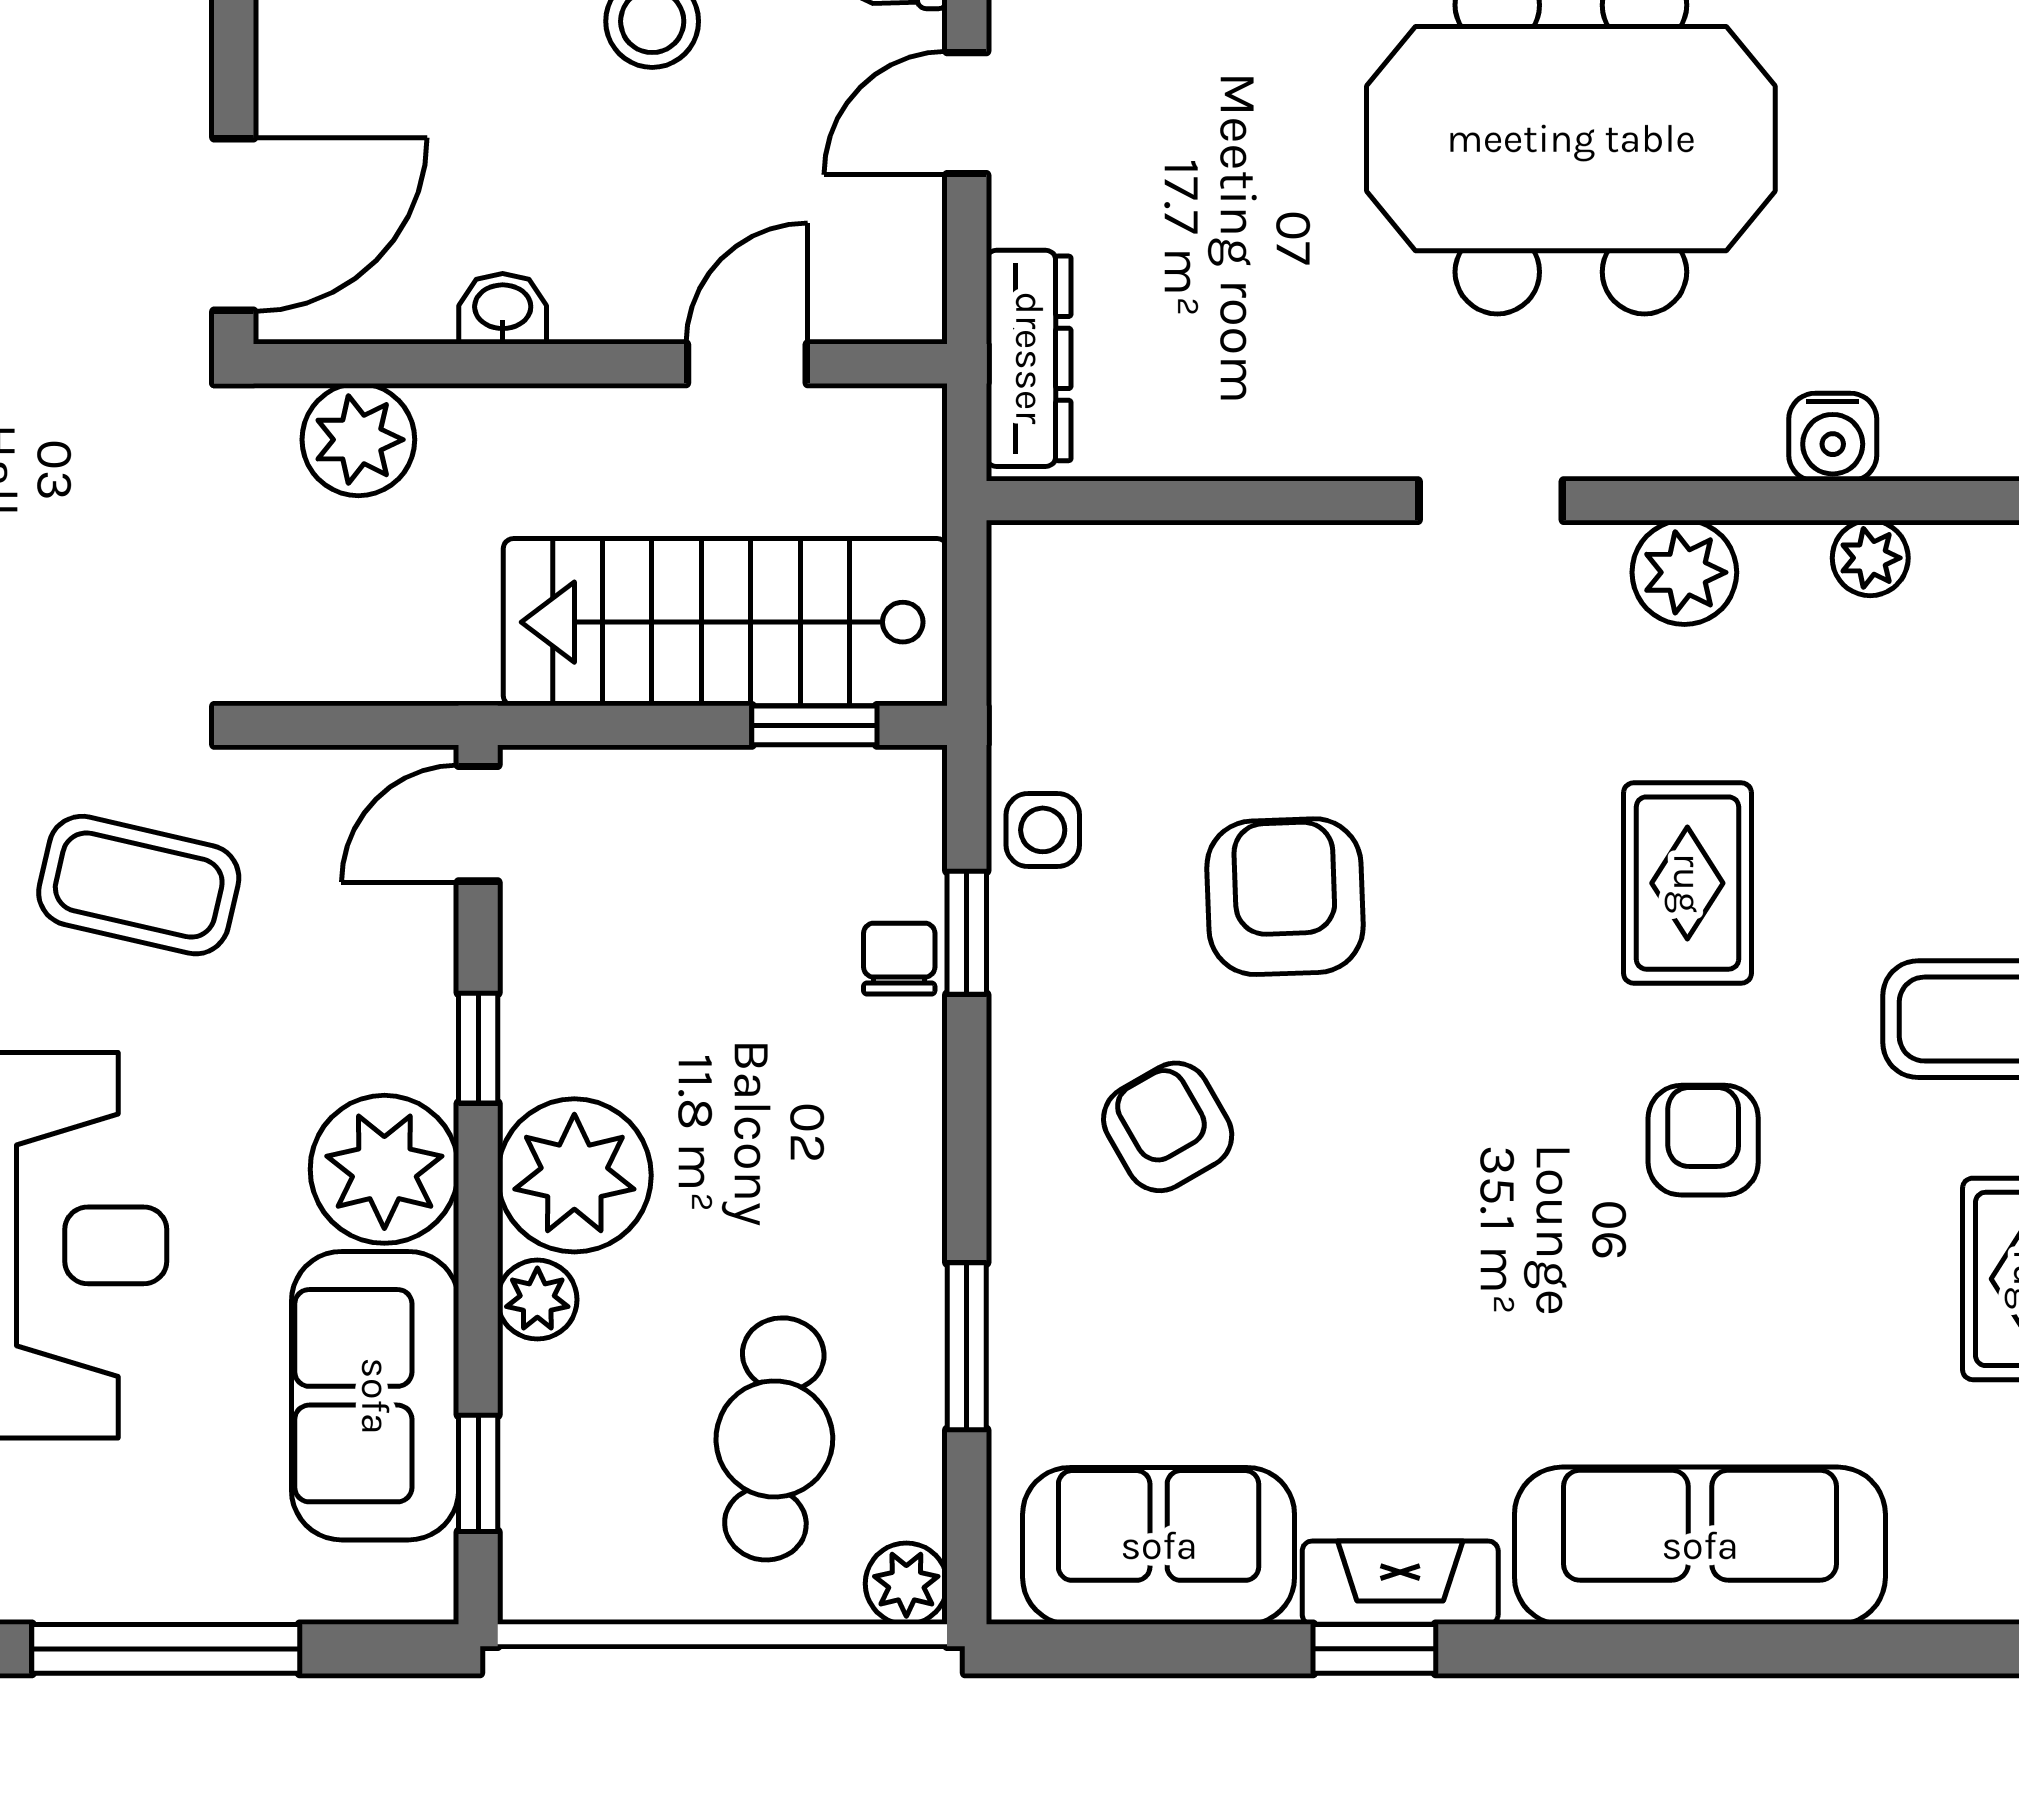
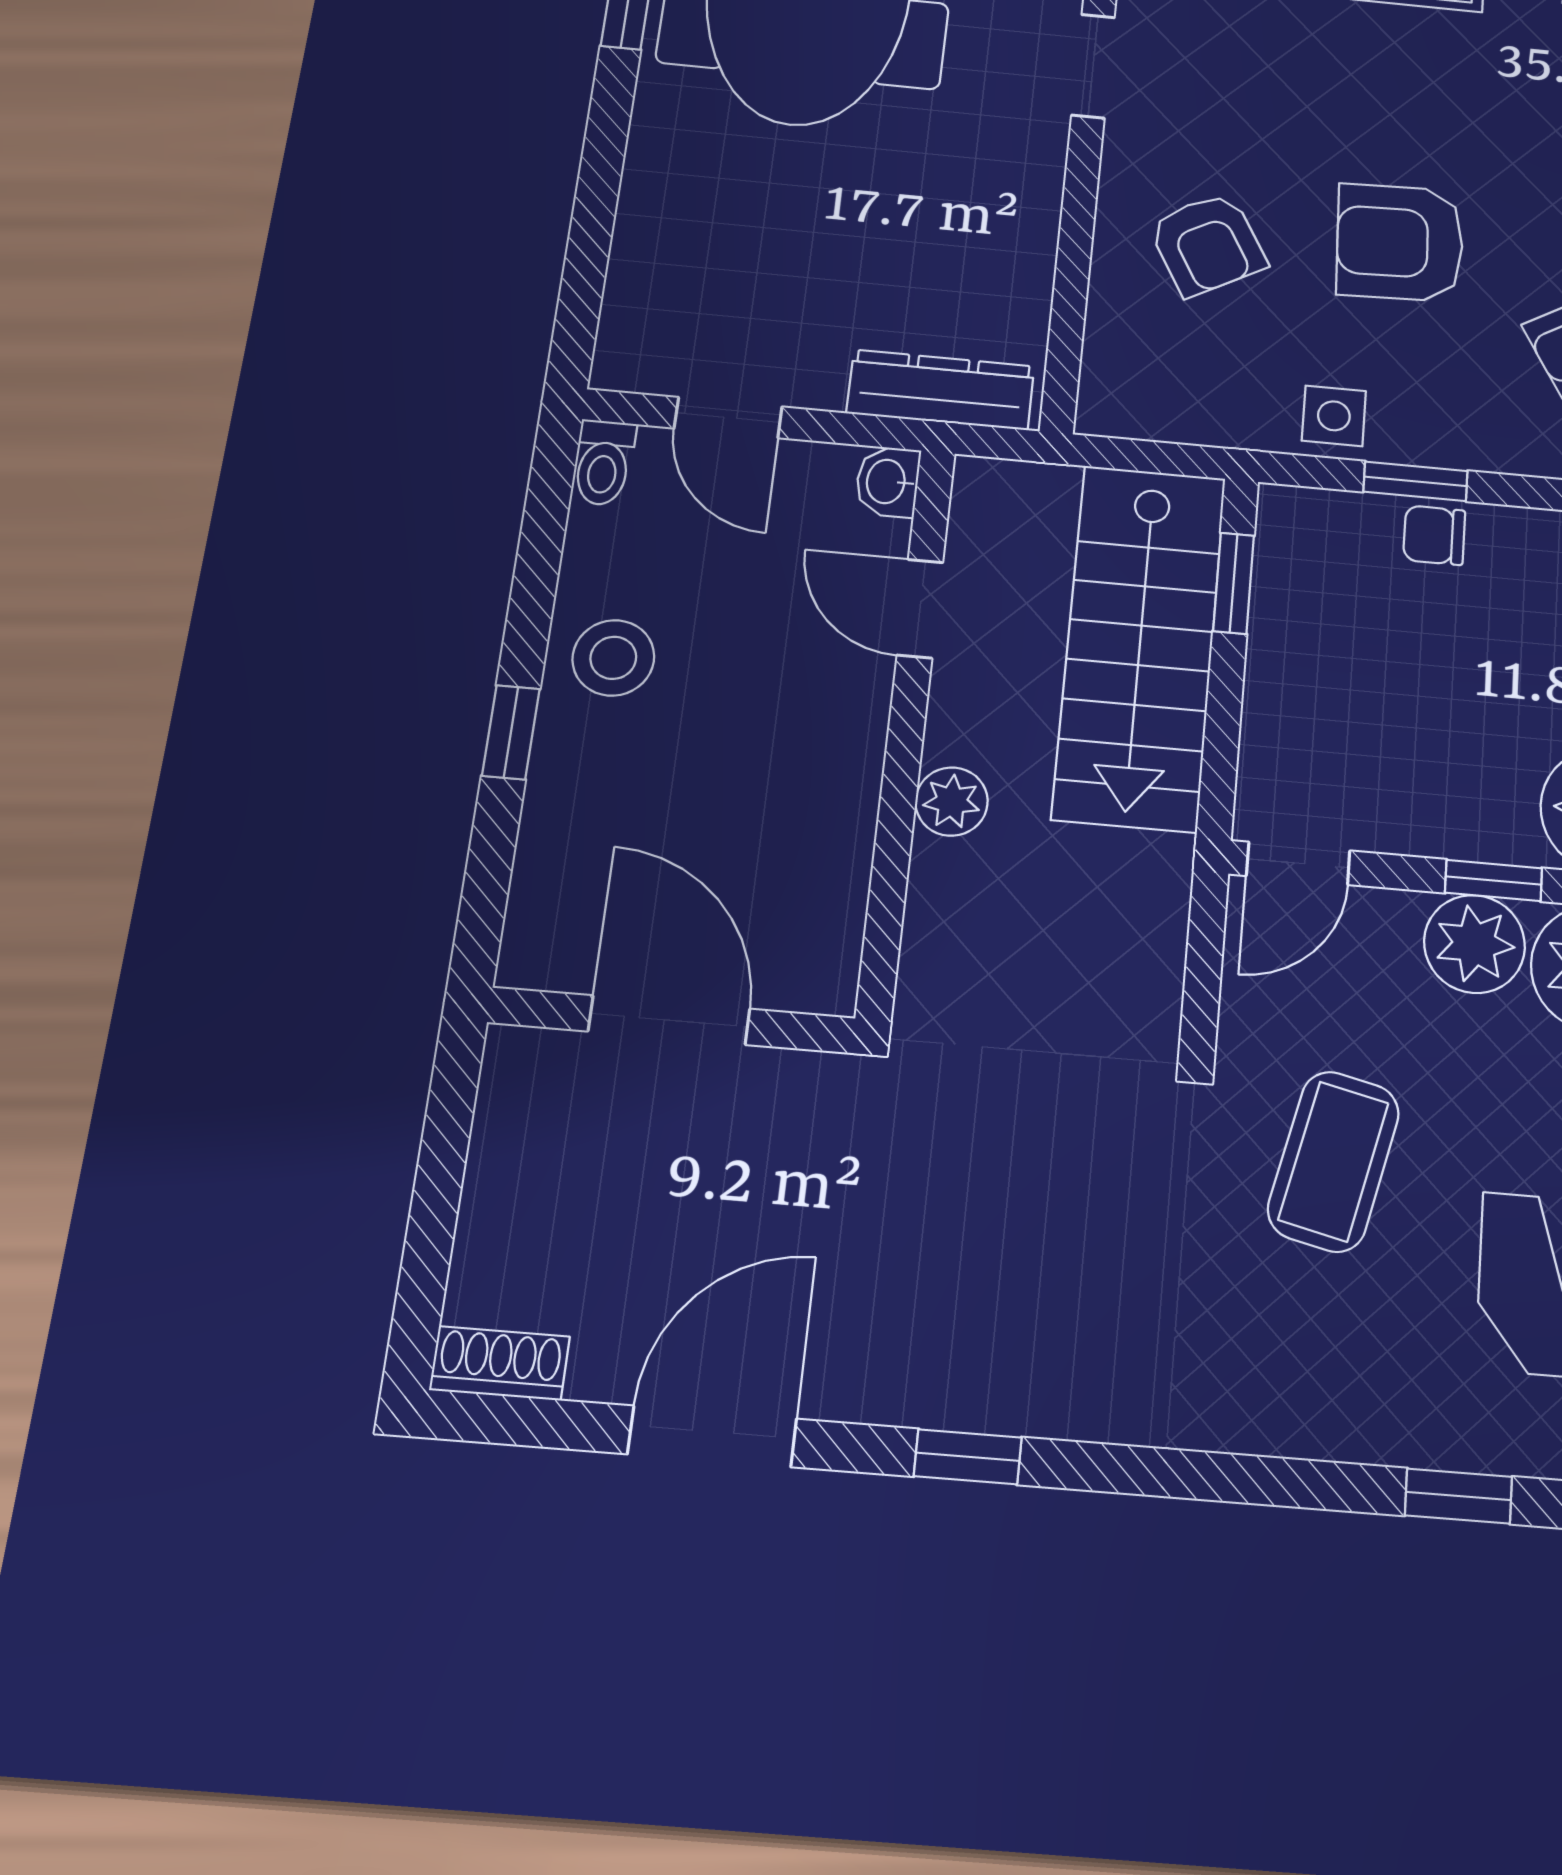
door: (234, 224) -> (669, 1020), moved
washbasin: (503, 309) -> (888, 482), moved
plant: (358, 440) -> (952, 802), moved, width x0.73, depth x0.73
armchair: (1258, 661) -> (1207, 244), added
door: (478, 824) -> (1298, 863), hinge flipped
plant: (401, 1030) -> (1475, 944), added

